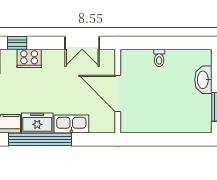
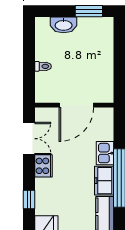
cooker: (29, 58) -> (43, 166), moved
kitchen sink: (71, 124) -> (105, 153), width x0.73

